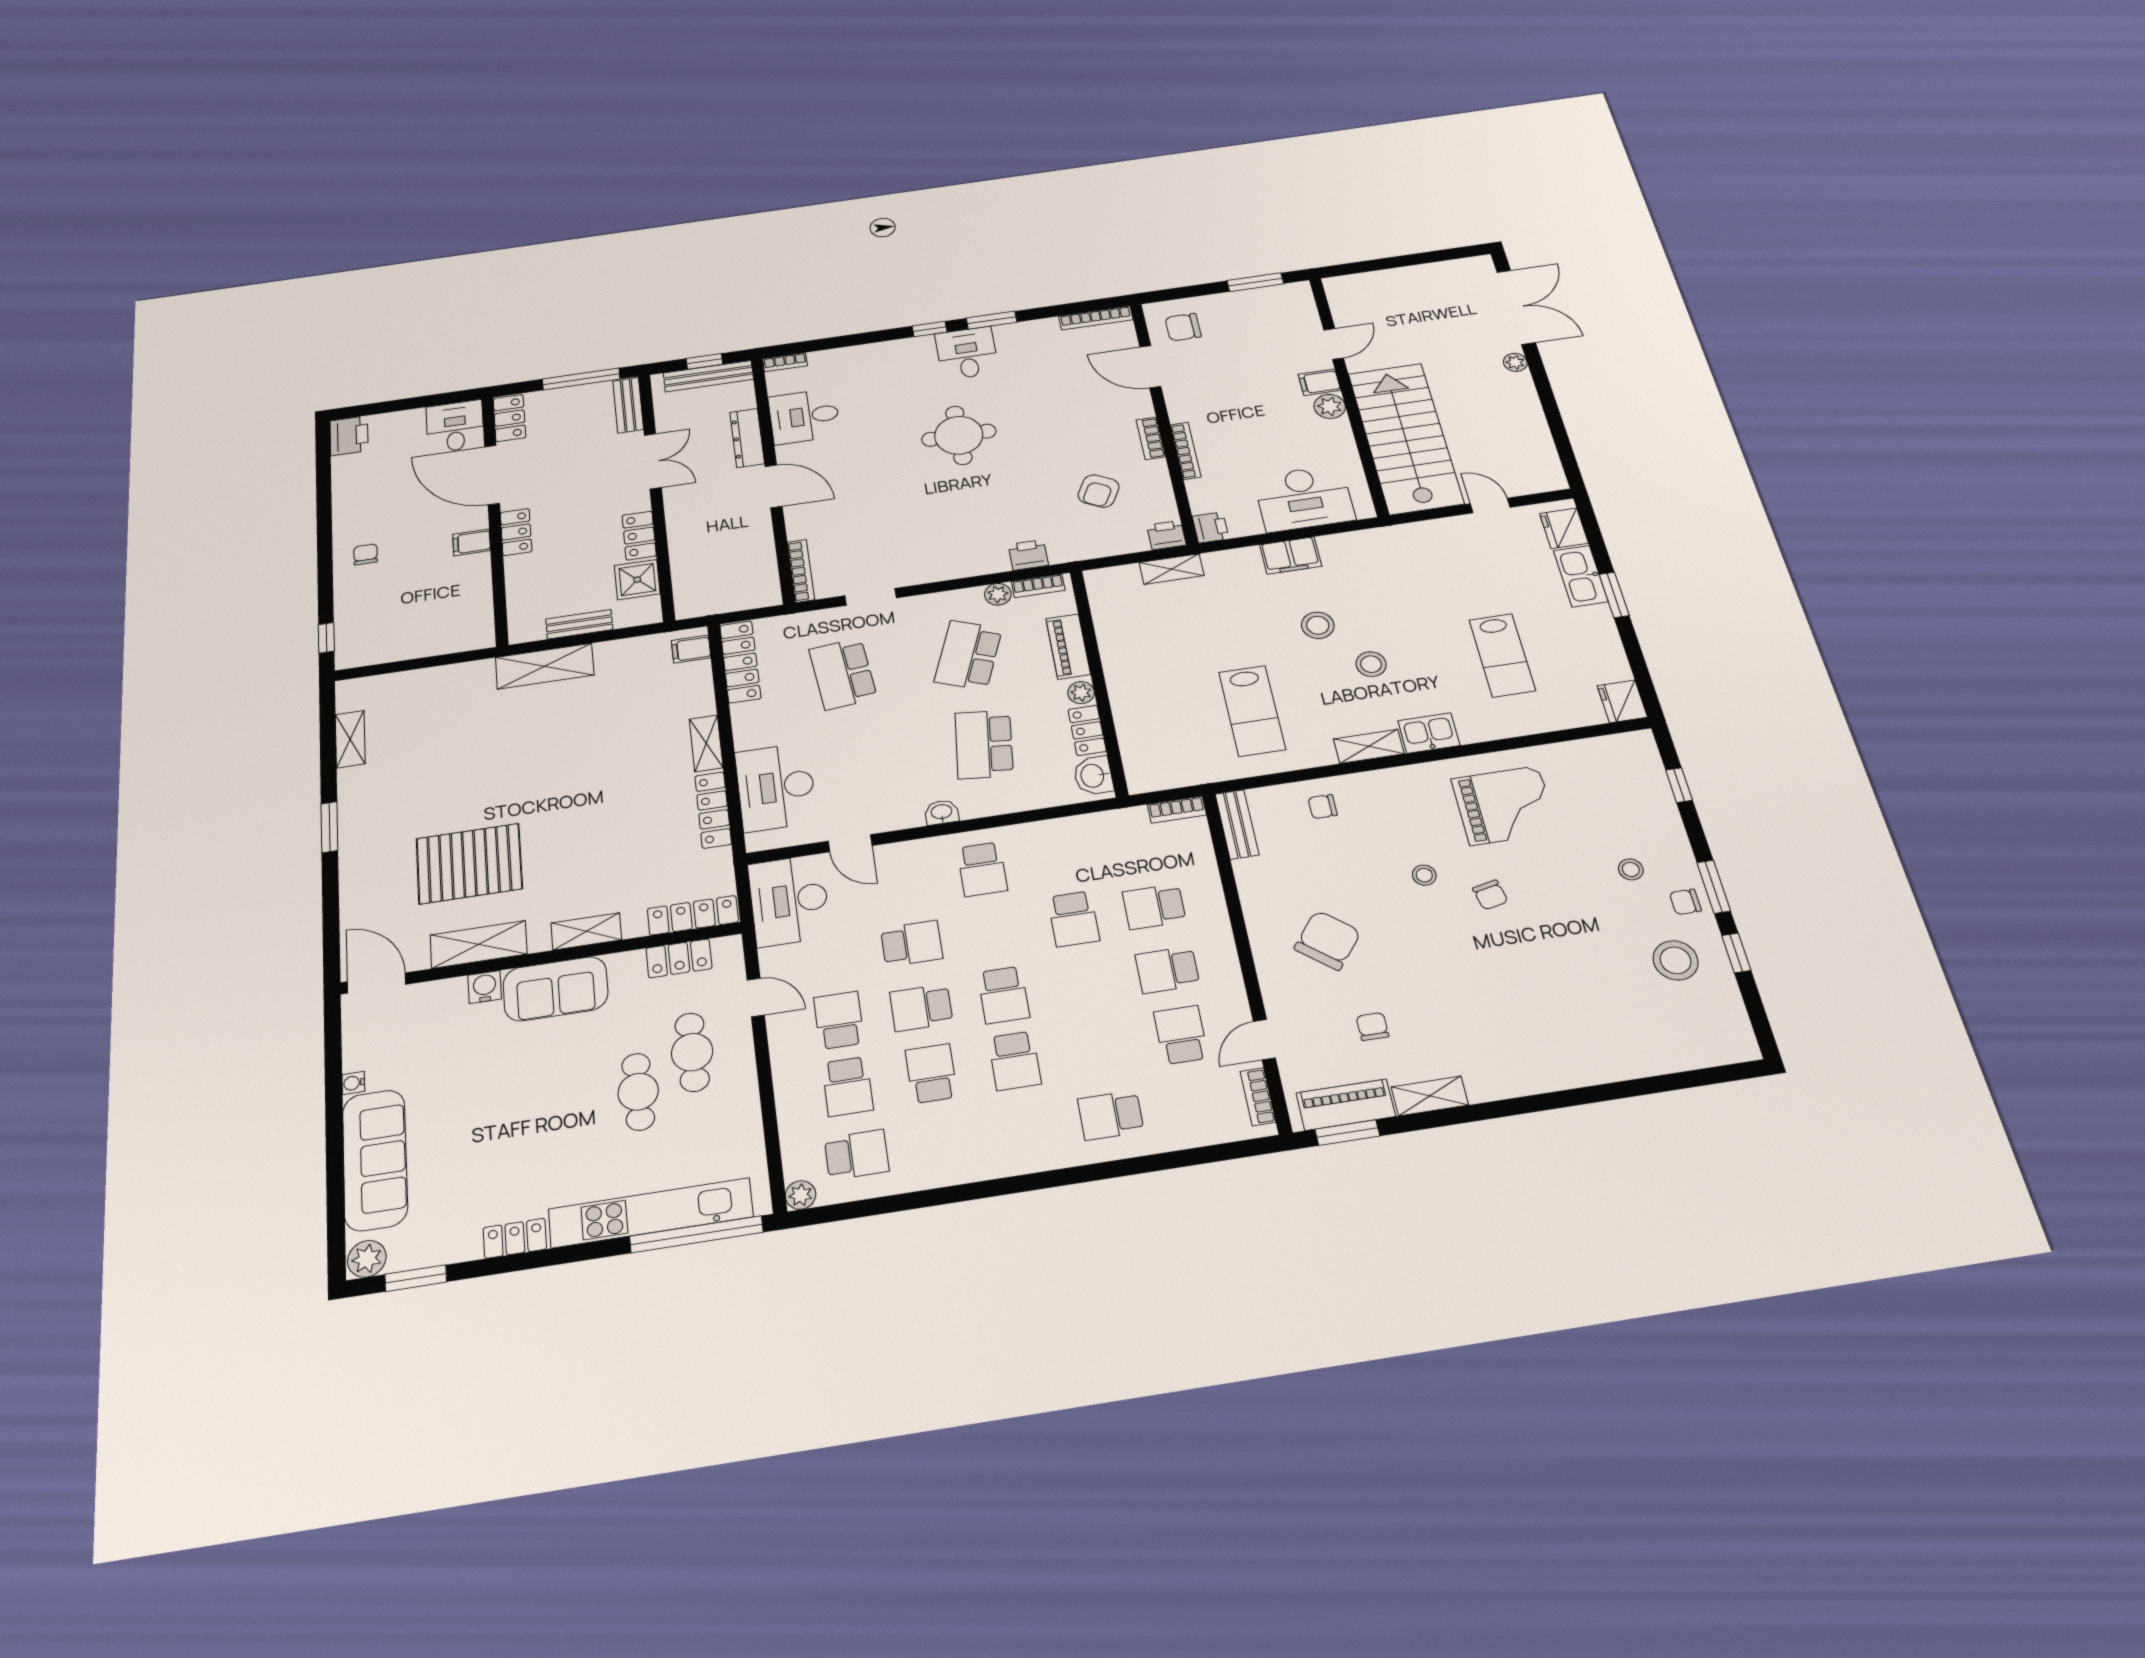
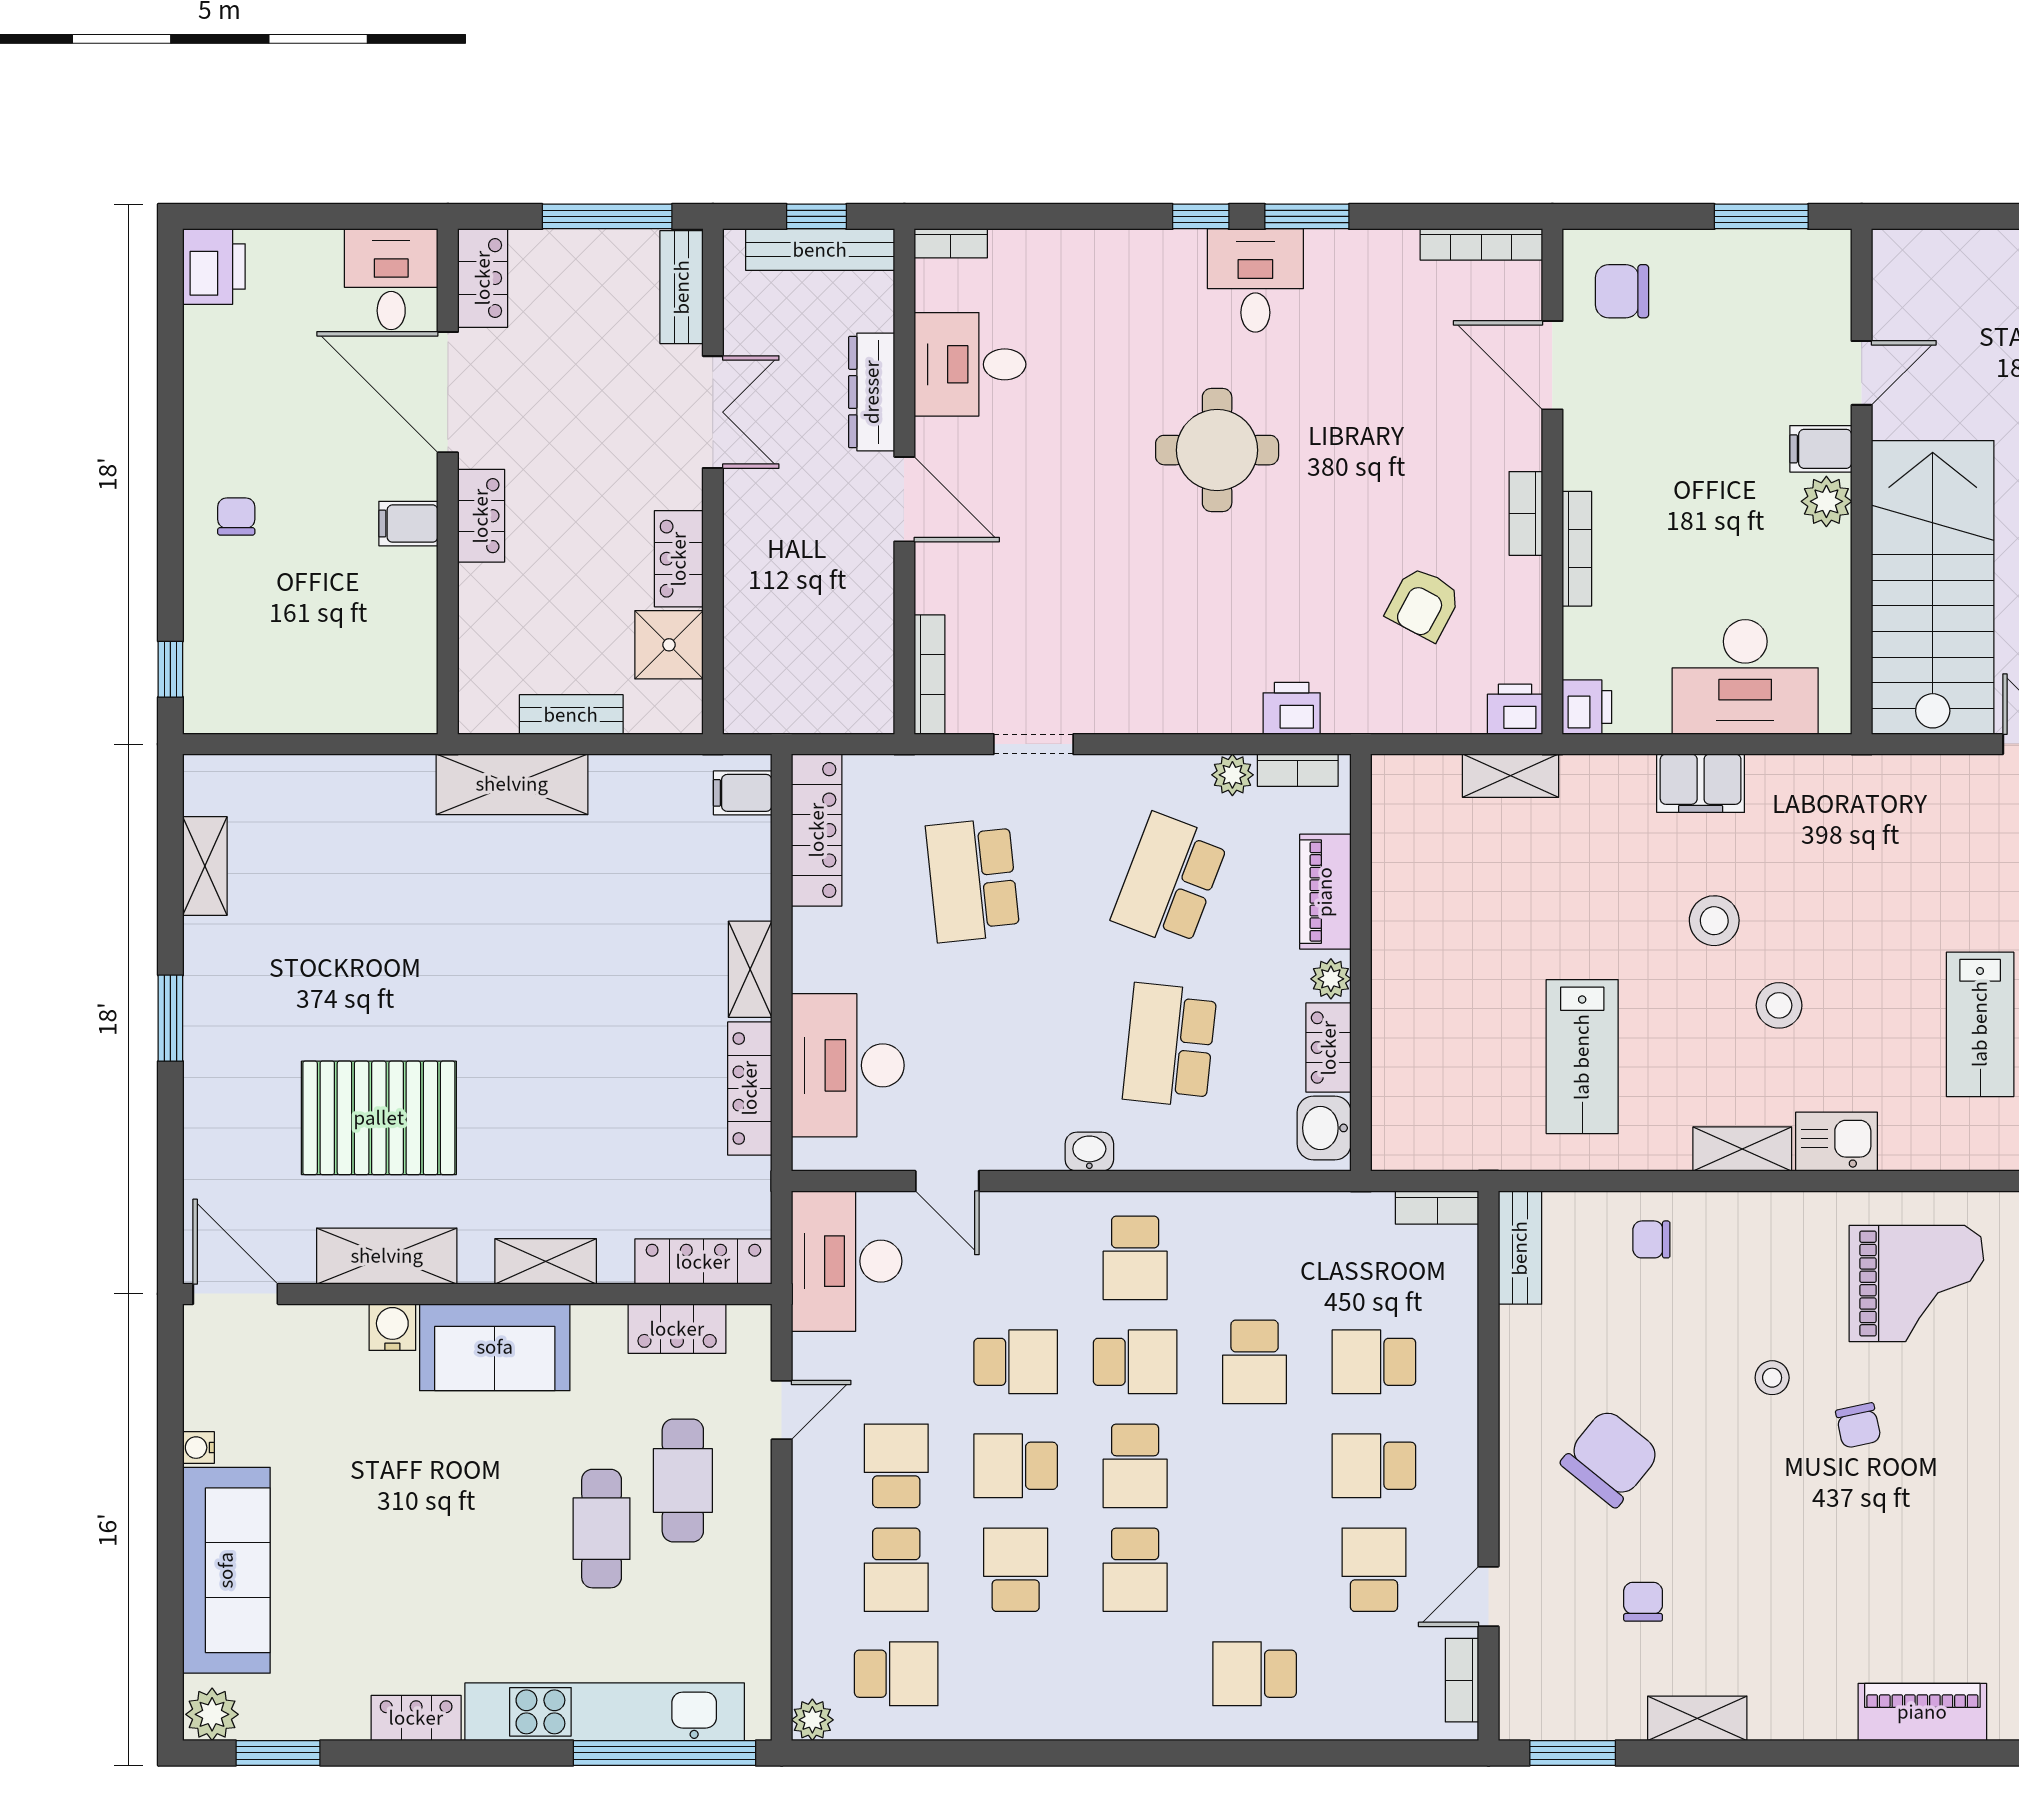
school desk: (993, 931) -> (1135, 1362), added
door: (756, 997) -> (782, 1410), hinge flipped
piano: (1346, 1105) -> (1922, 1712), moved

